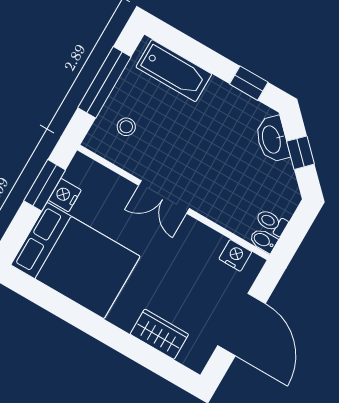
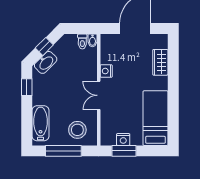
stool: (126, 127) -> (77, 130), width x1.89, depth x1.89
double door: (164, 197) -> (99, 95), swing flipped
nightstand: (235, 255) -> (106, 71), moved
bed: (75, 261) -> (155, 118), width x0.67

